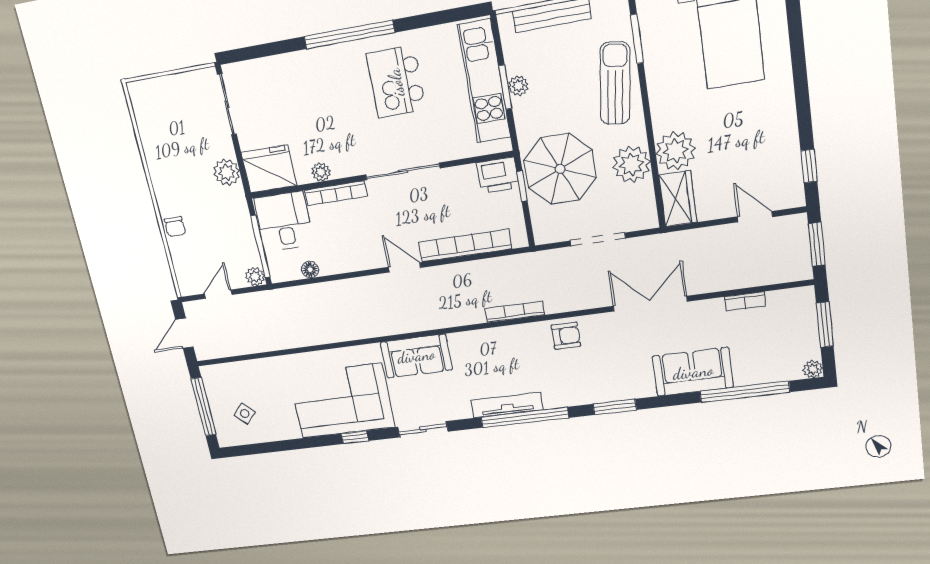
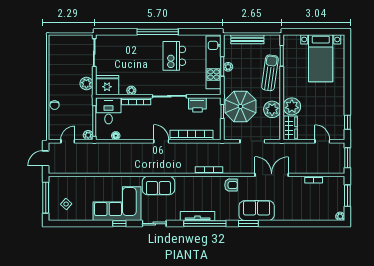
printer: (498, 175) -> (197, 105), moved
sofa: (693, 372) -> (257, 211), moved
window: (745, 392) -> (309, 224), removed

